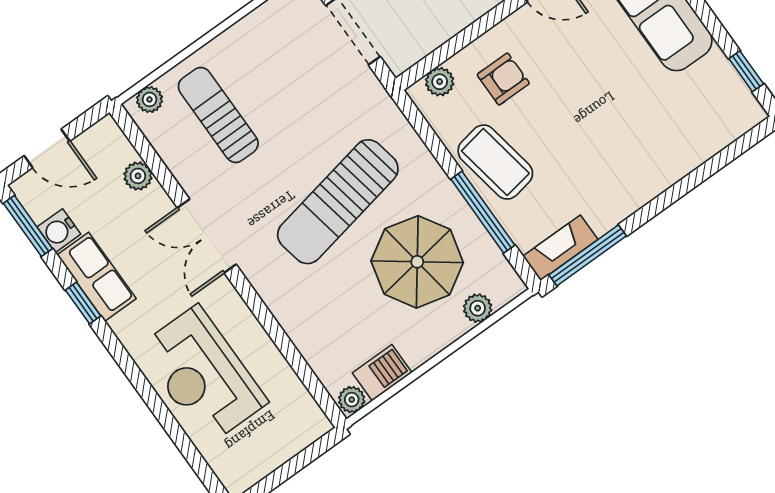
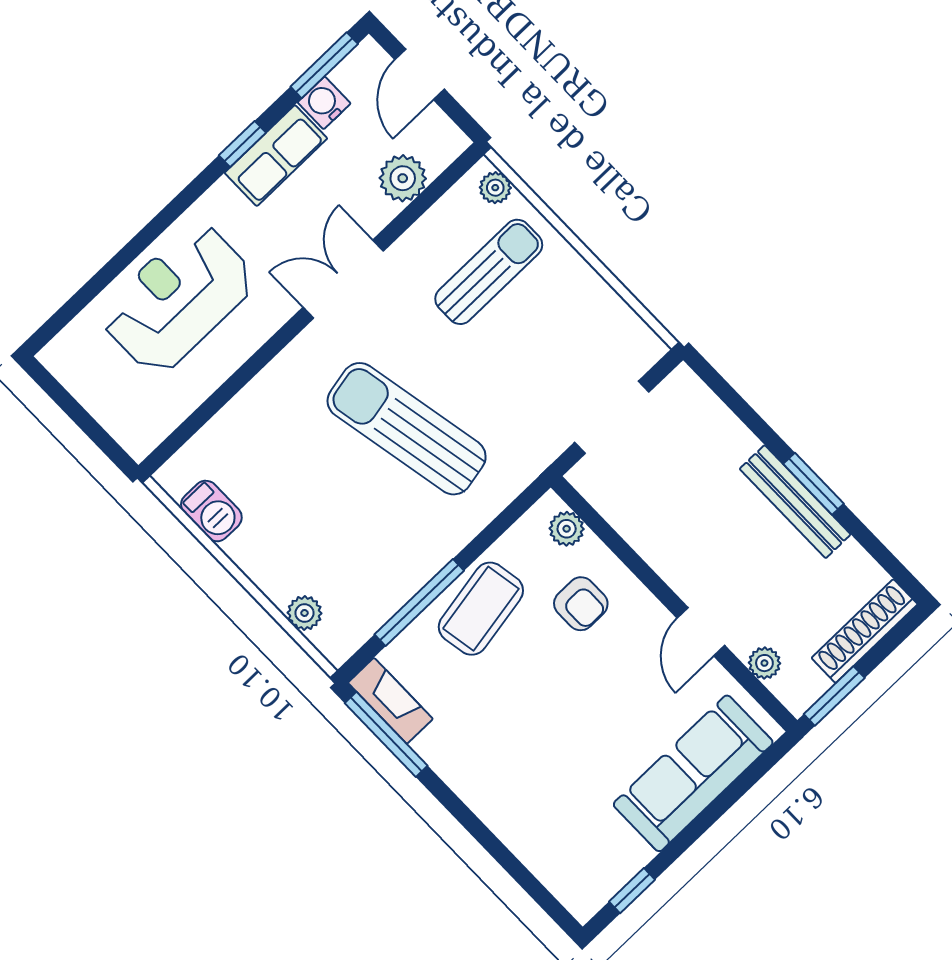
plant: (138, 176) -> (403, 178), width x1.38, depth x1.38
parasol: (417, 262) -> (349, 533), removed
plant: (352, 400) -> (174, 479), removed

